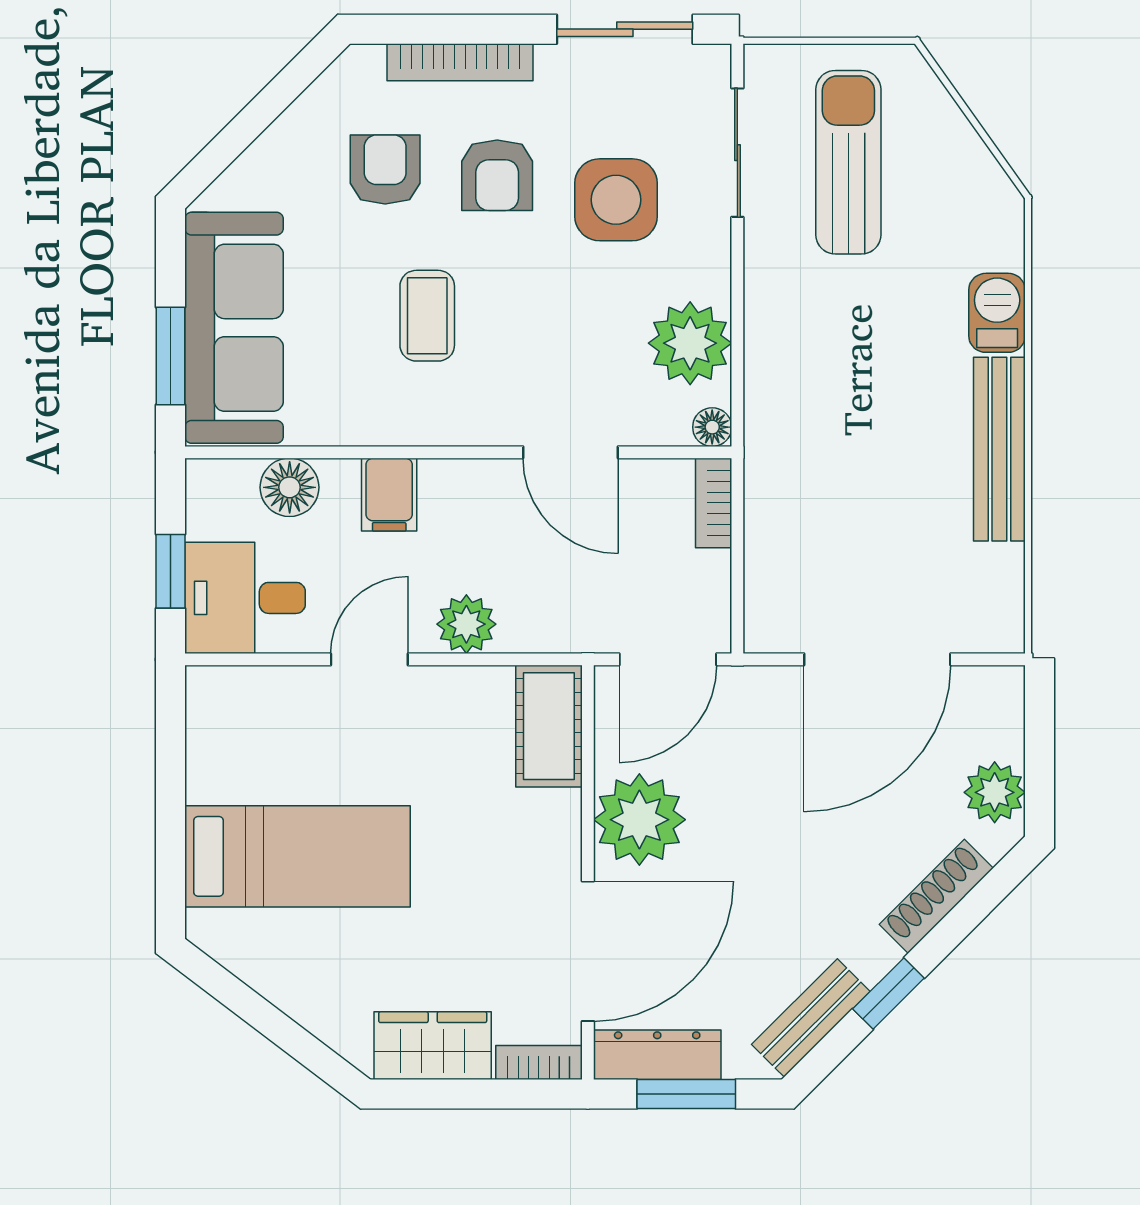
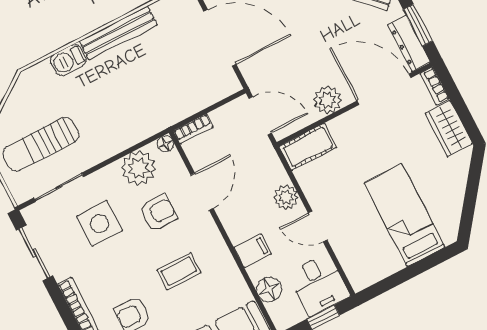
armchair: (497, 175) -> (158, 213), moved
plant: (639, 820) -> (327, 100), width x0.73, depth x0.73

